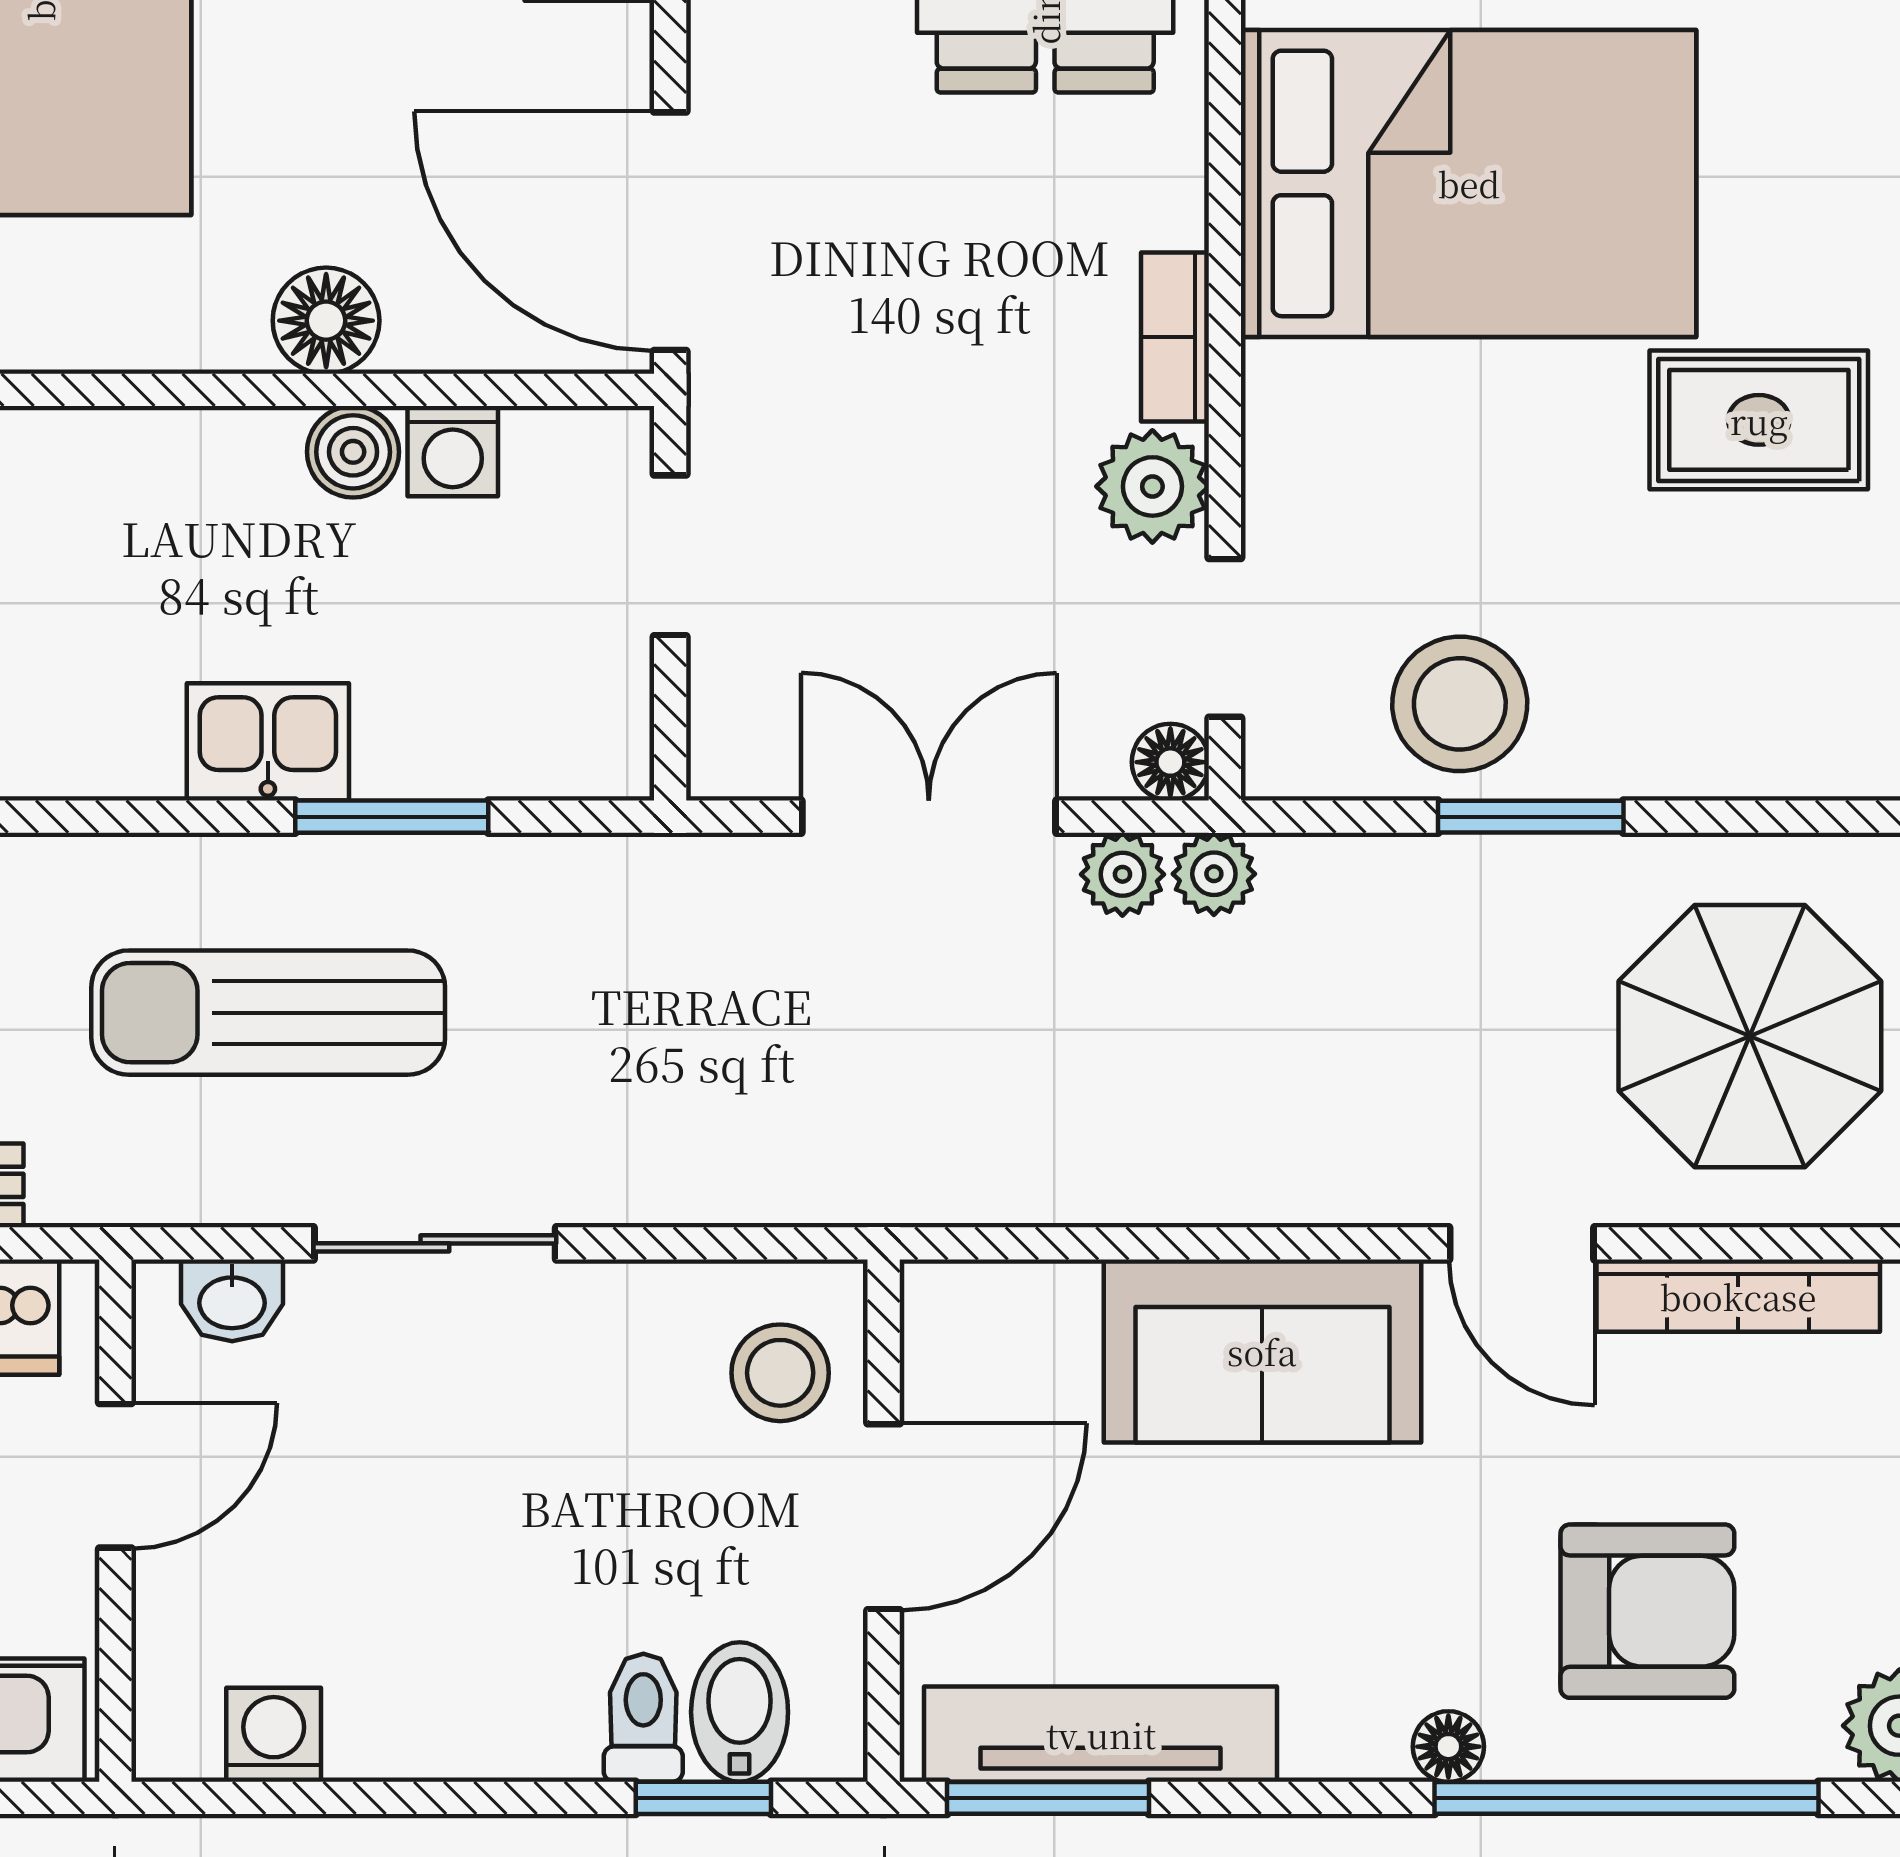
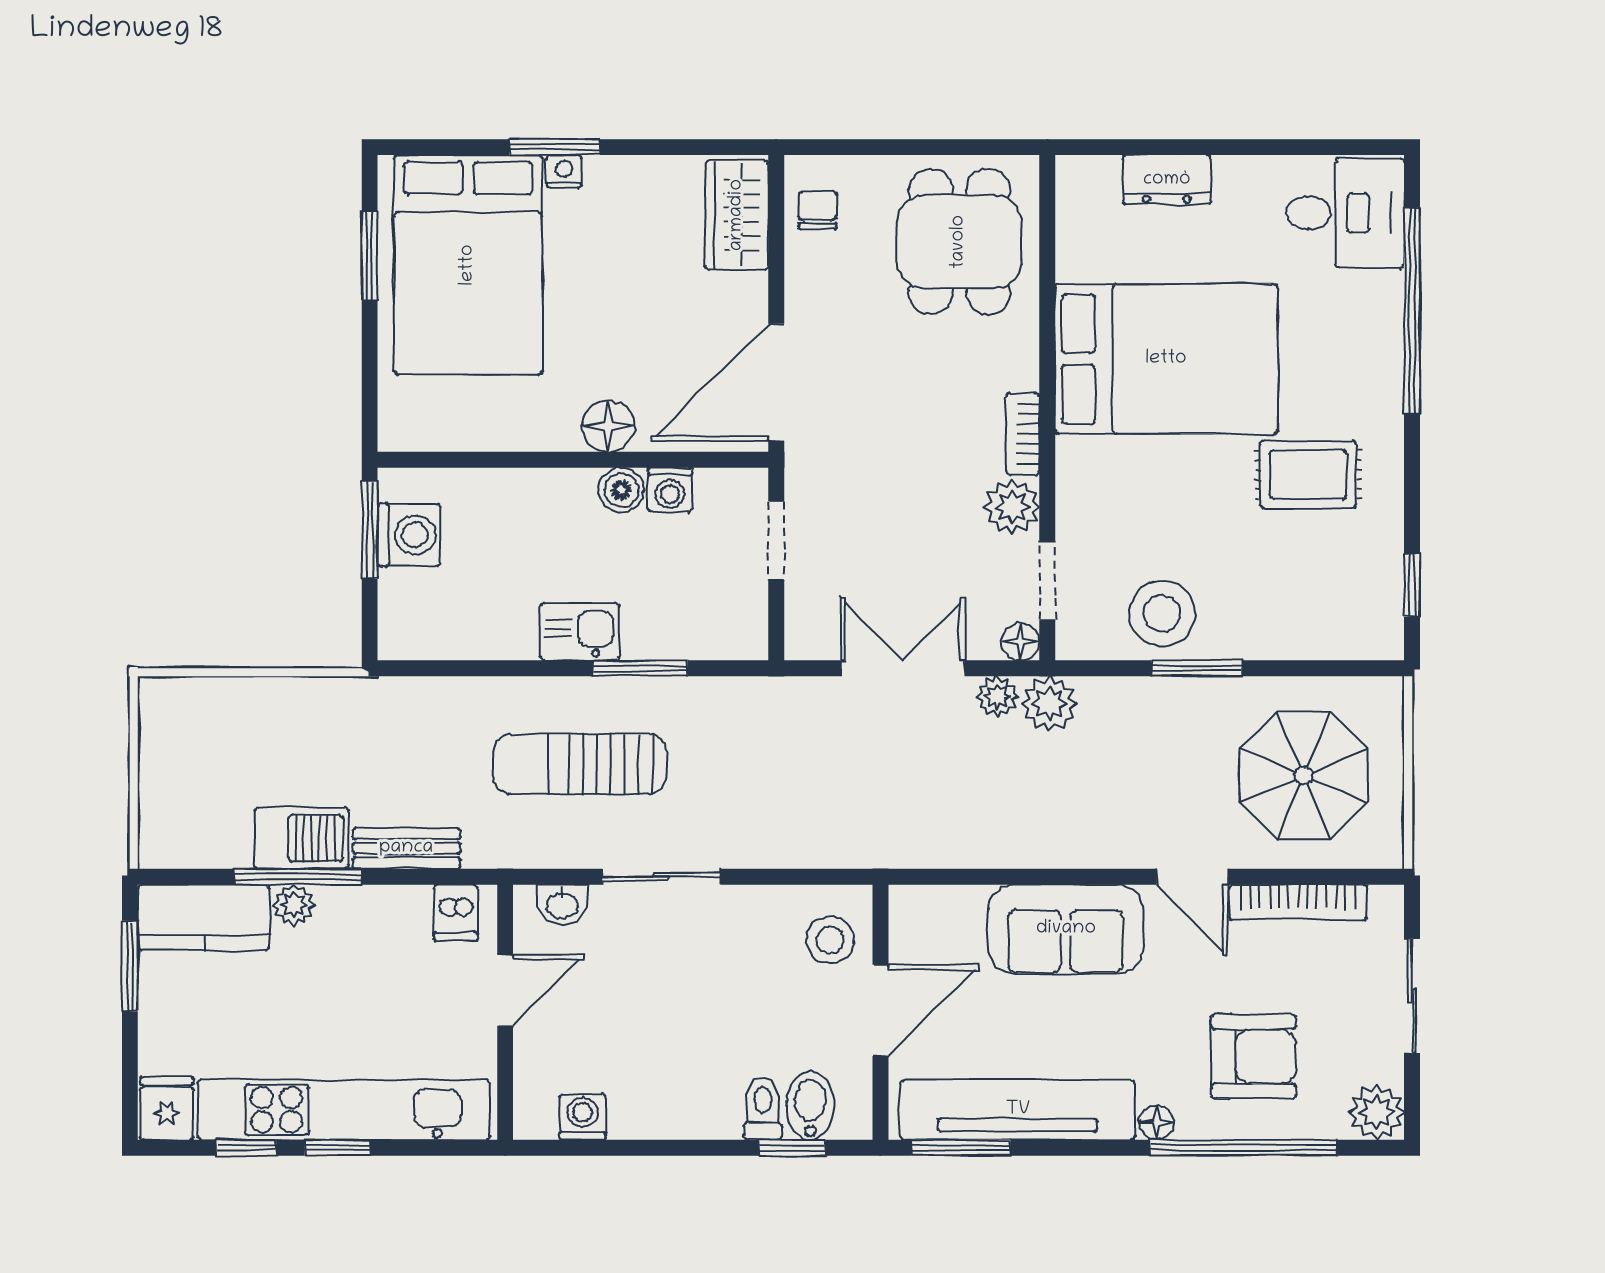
door: (670, 231) -> (776, 382), hinge flipped
plant: (1214, 874) -> (1049, 704), width x1.38, depth x1.38
tv unit: (1101, 1734) -> (1018, 1110), width x1.36, depth x1.29

